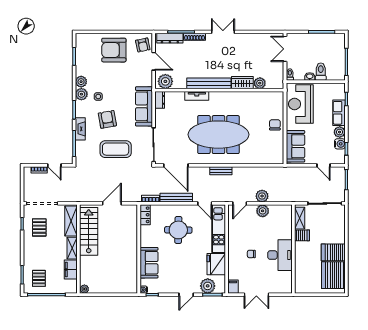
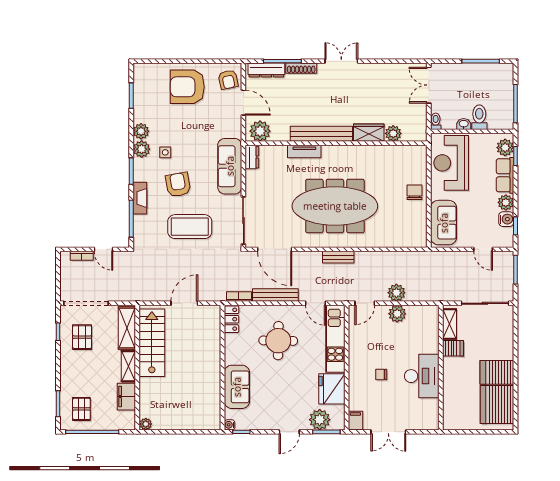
plant: (339, 93) -> (505, 148), added

